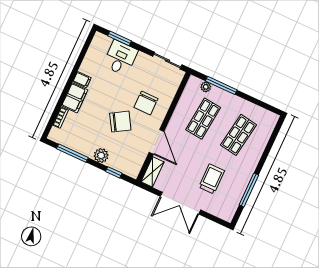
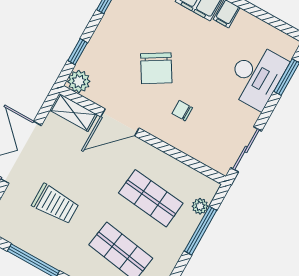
desk: (120, 58) -> (256, 76), width x1.37
chair: (146, 103) -> (182, 111), width x0.54, depth x0.54
plant: (101, 156) -> (79, 81), moved

